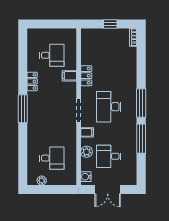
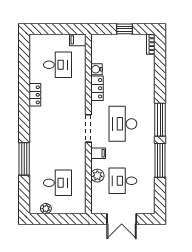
filing cabinet: (69, 76) -> (78, 40), moved
window: (23, 109) -> (24, 159), moved
water cooler: (86, 177) -> (97, 69), moved

